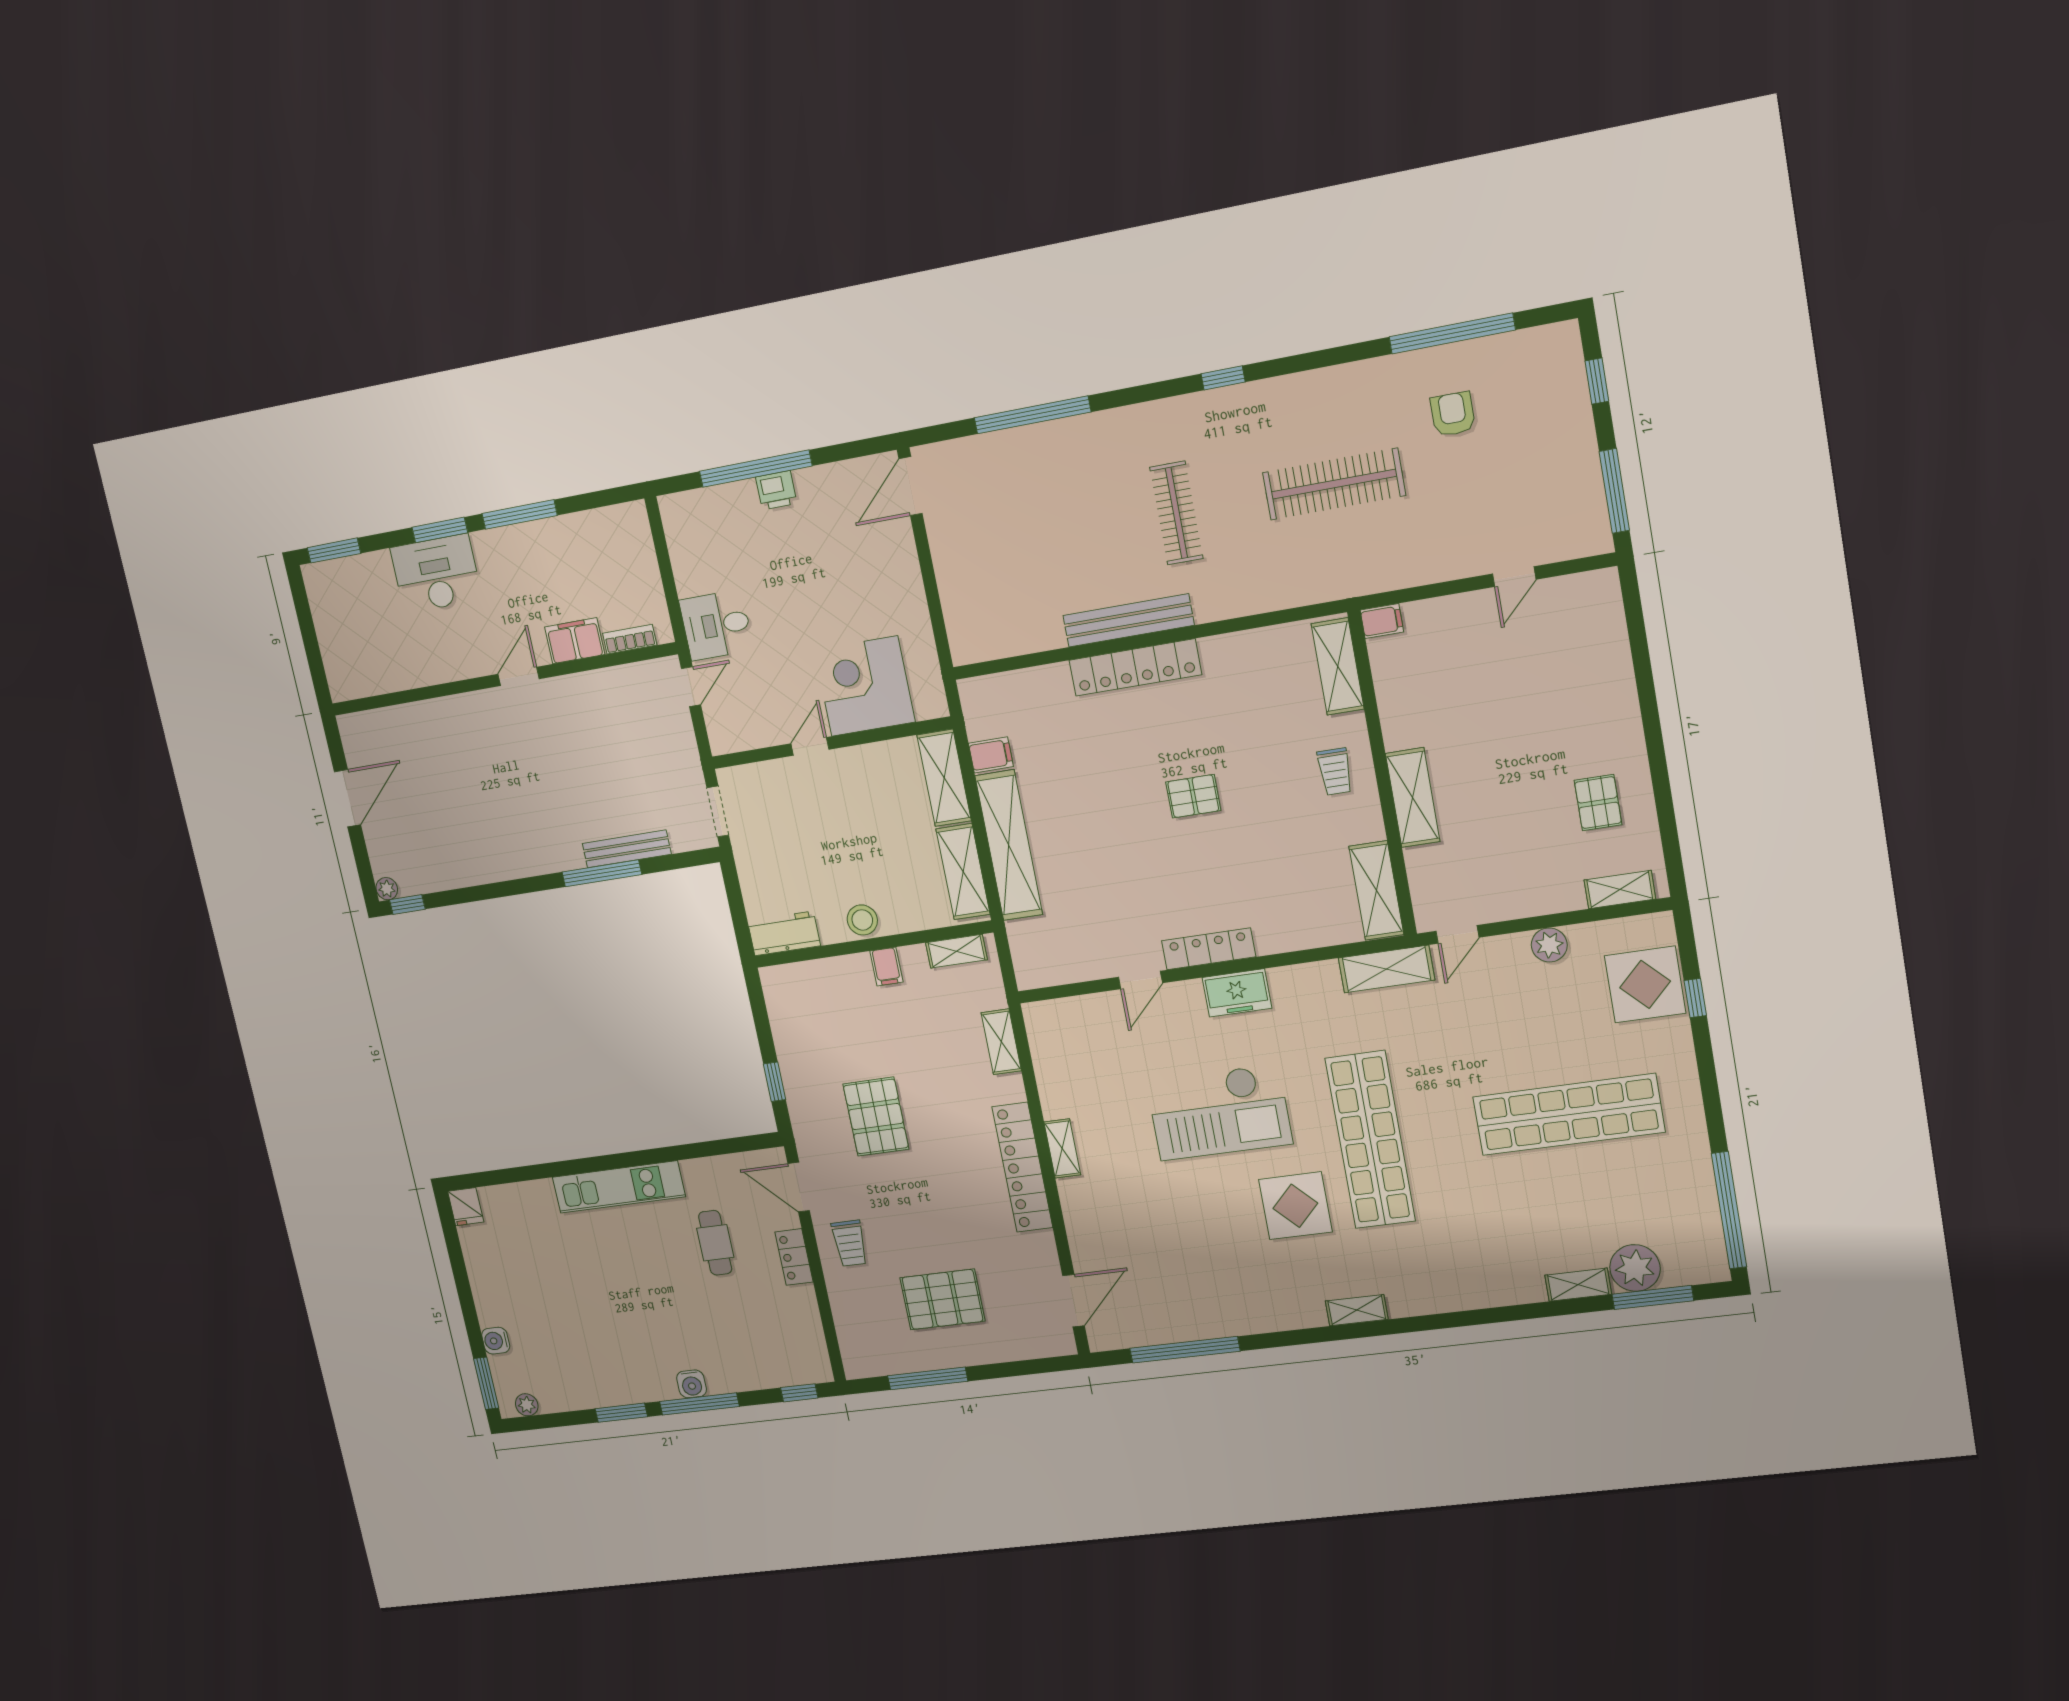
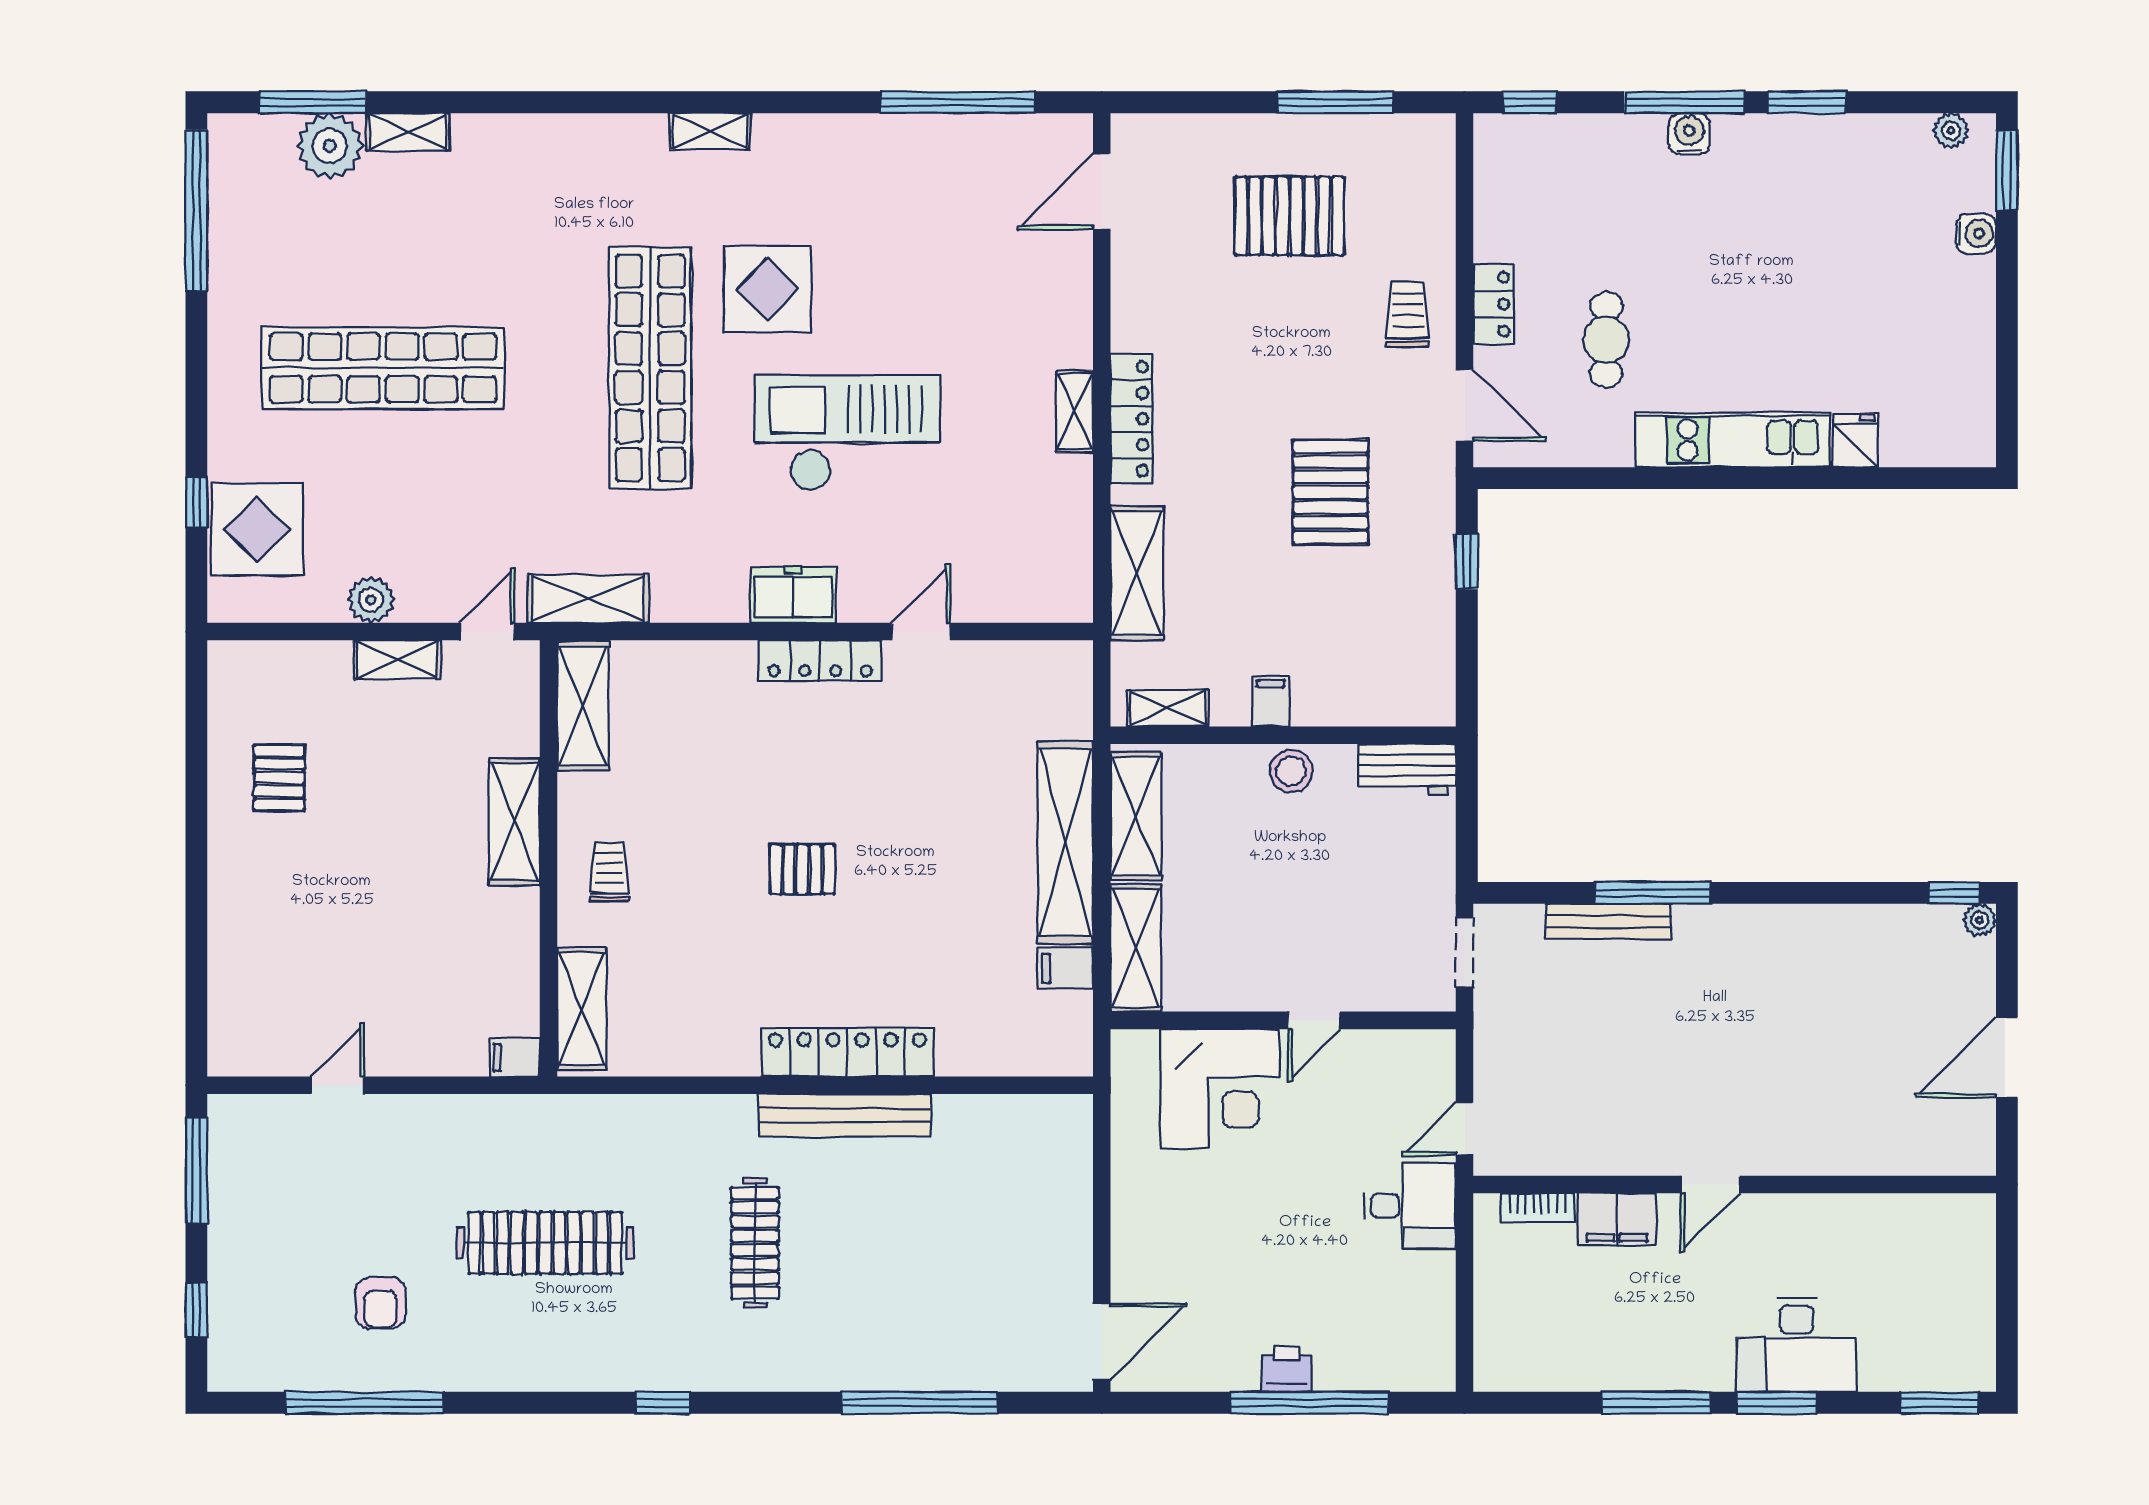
shelving: (1620, 890) -> (397, 660), moved
shelving: (1001, 1042) -> (1137, 573), width x1.50, depth x1.33
locker: (1022, 1167) -> (1132, 419), width x0.71, depth x0.83
fridge: (466, 1207) -> (1855, 441), moved

